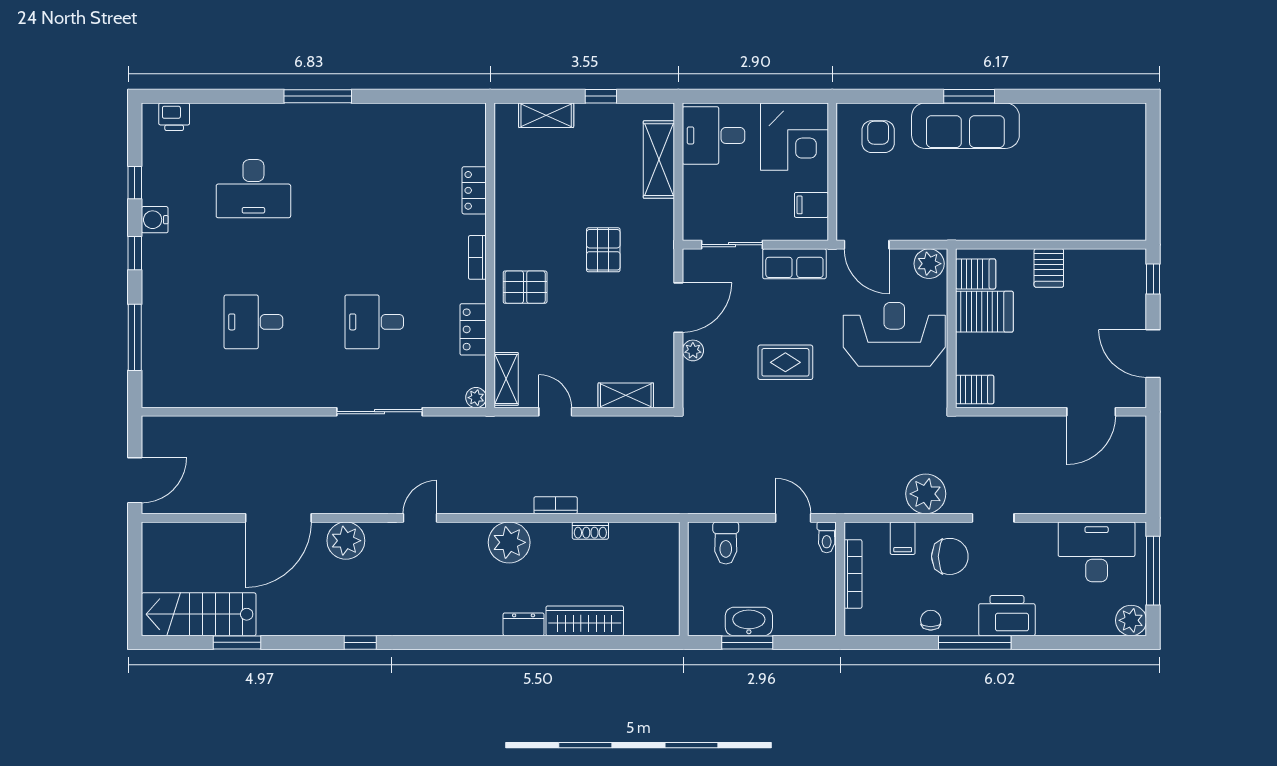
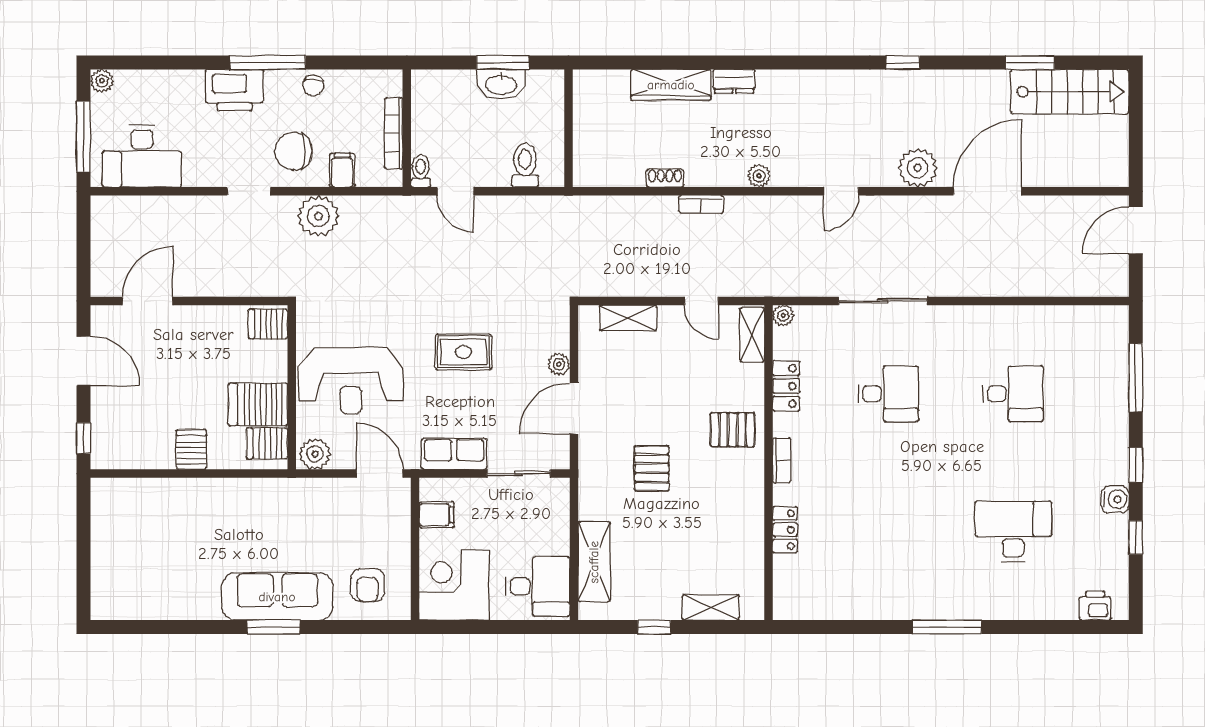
plant: (509, 542) -> (759, 176), width x0.53, depth x0.53
plant: (1131, 620) -> (102, 81), width x0.73, depth x0.73

